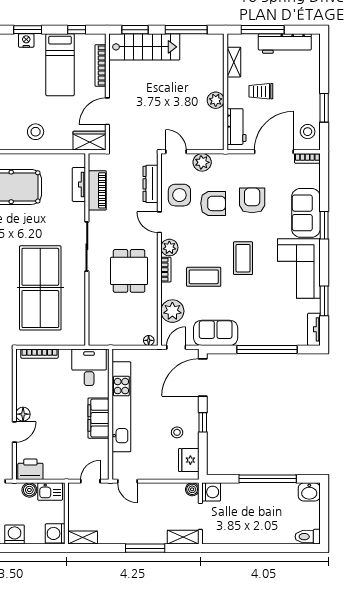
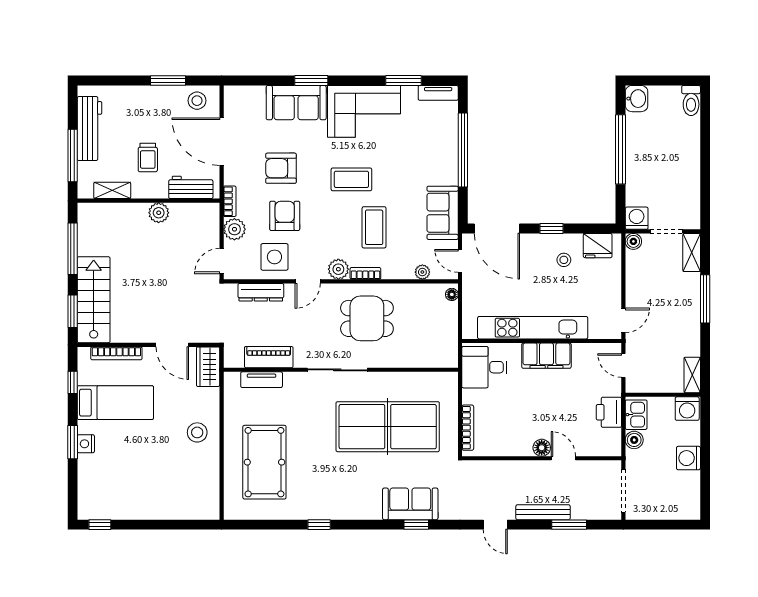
bookcase: (307, 158) -> (230, 201), moved
plant: (172, 311) -> (422, 272), width x0.53, depth x0.53
printer: (30, 469) -> (609, 412), moved

